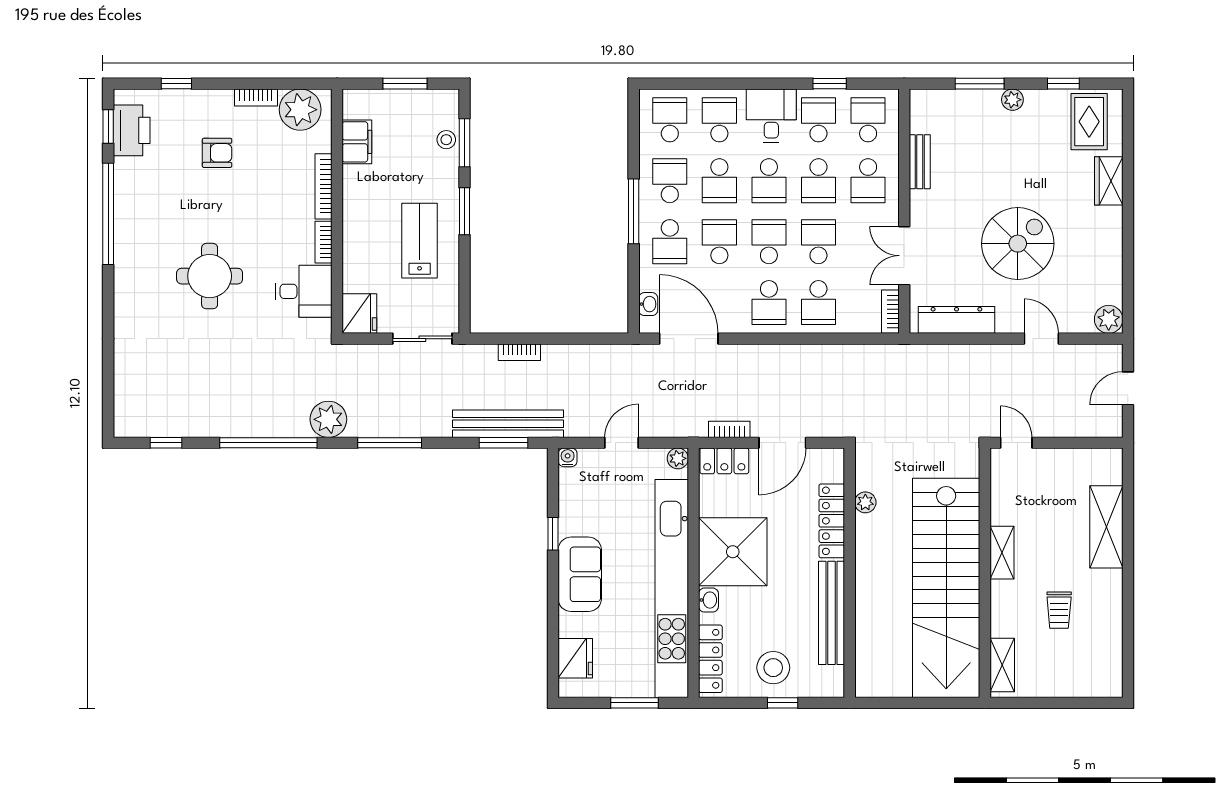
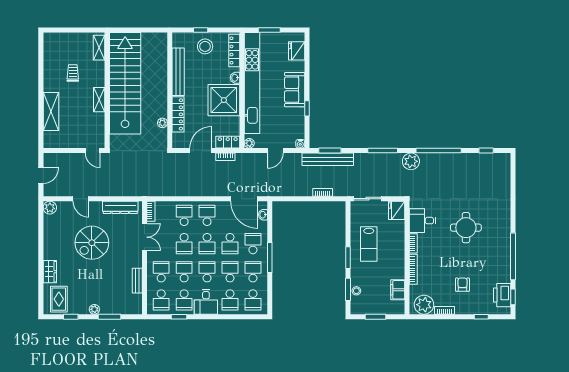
armchair: (217, 153) -> (462, 285), turned 90
school desk: (670, 181) -> (253, 272), turned 180

